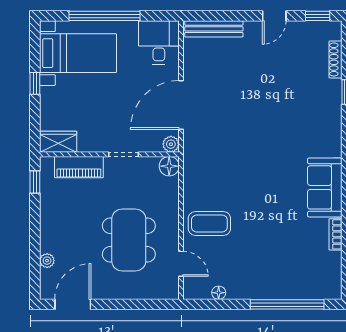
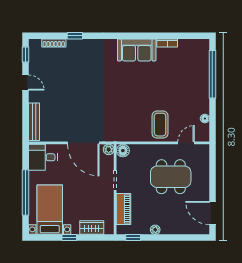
wardrobe: (58, 142) -> (92, 228), moved, turned 90
plant: (47, 261) -> (155, 230), moved

